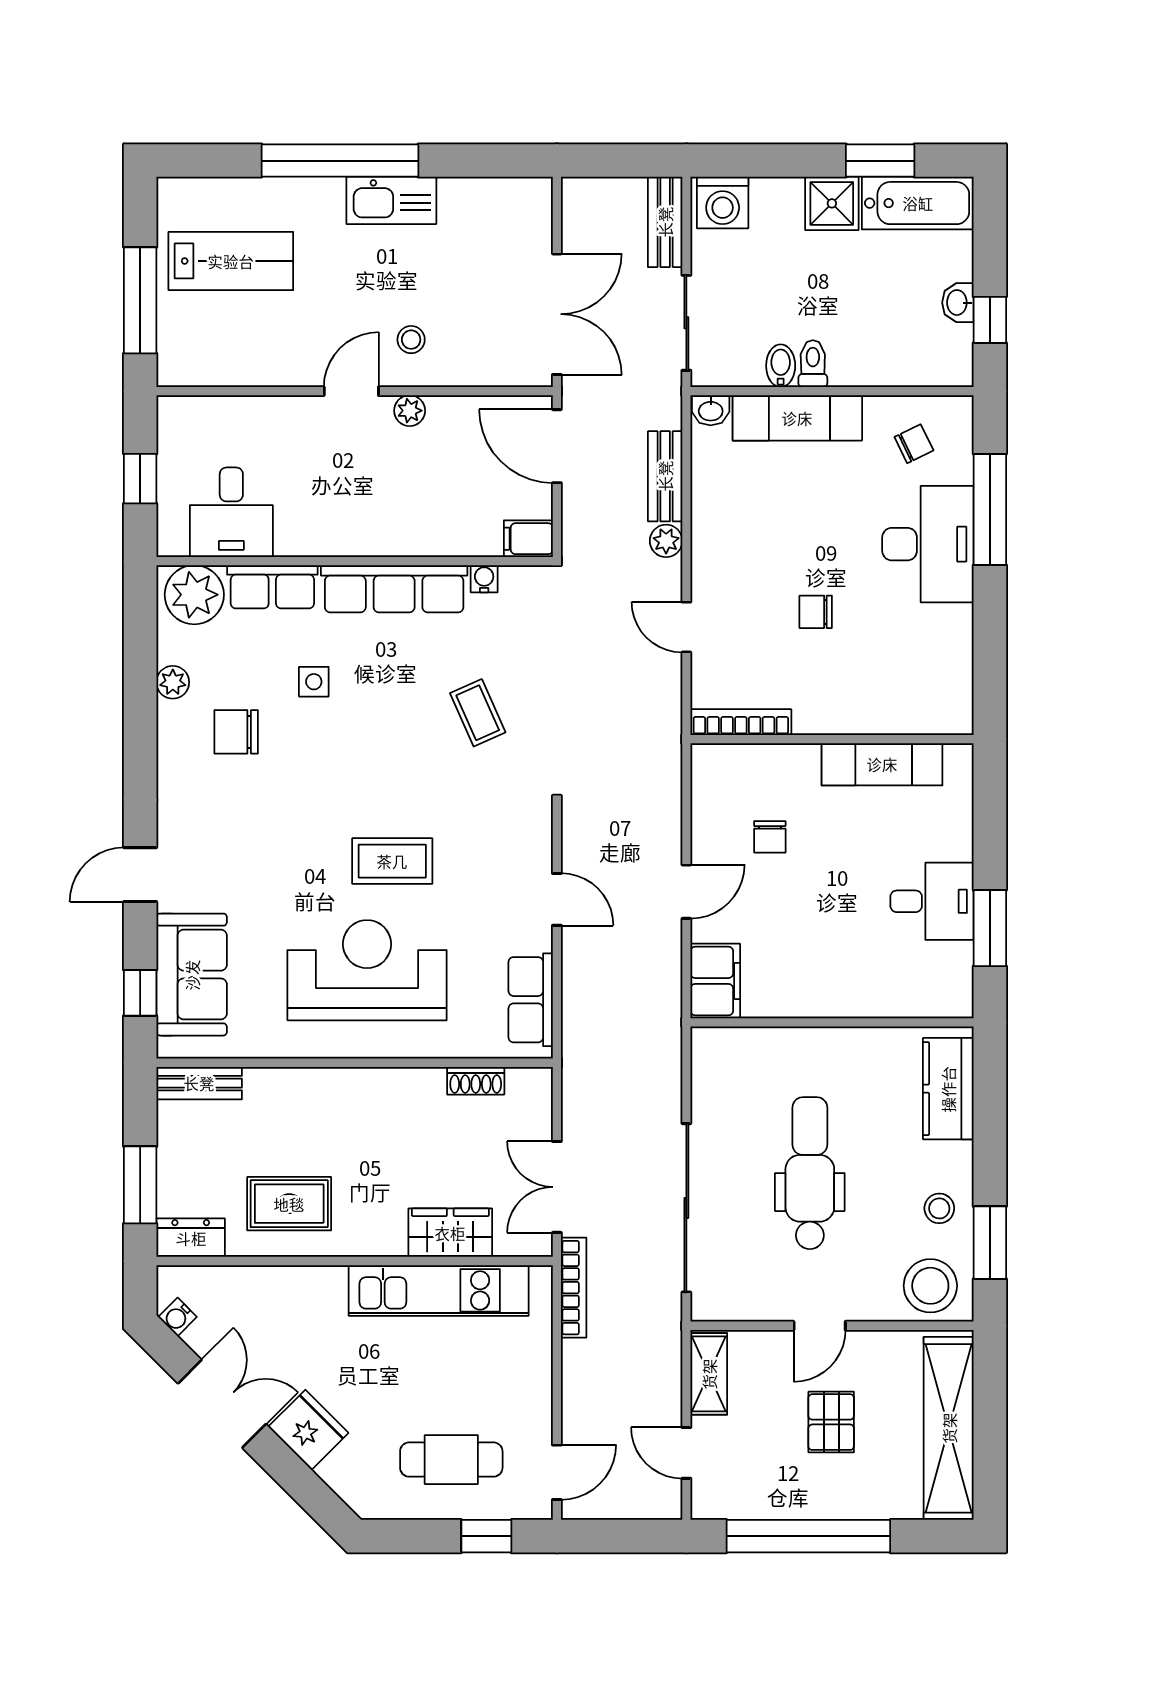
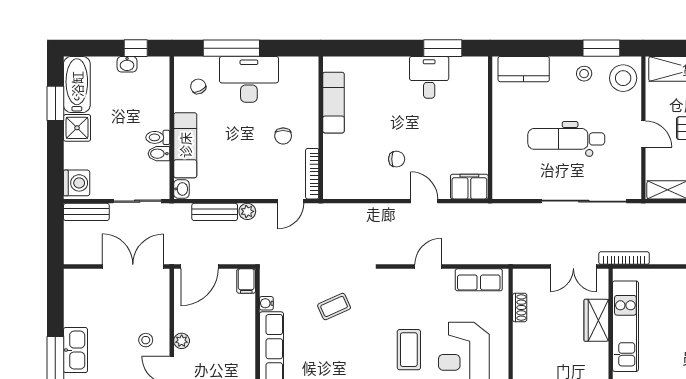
bookcase: (741, 722) -> (312, 174), moved
wall: (832, 739) -> (321, 128), moved
exam couch: (882, 764) -> (333, 103), moved

